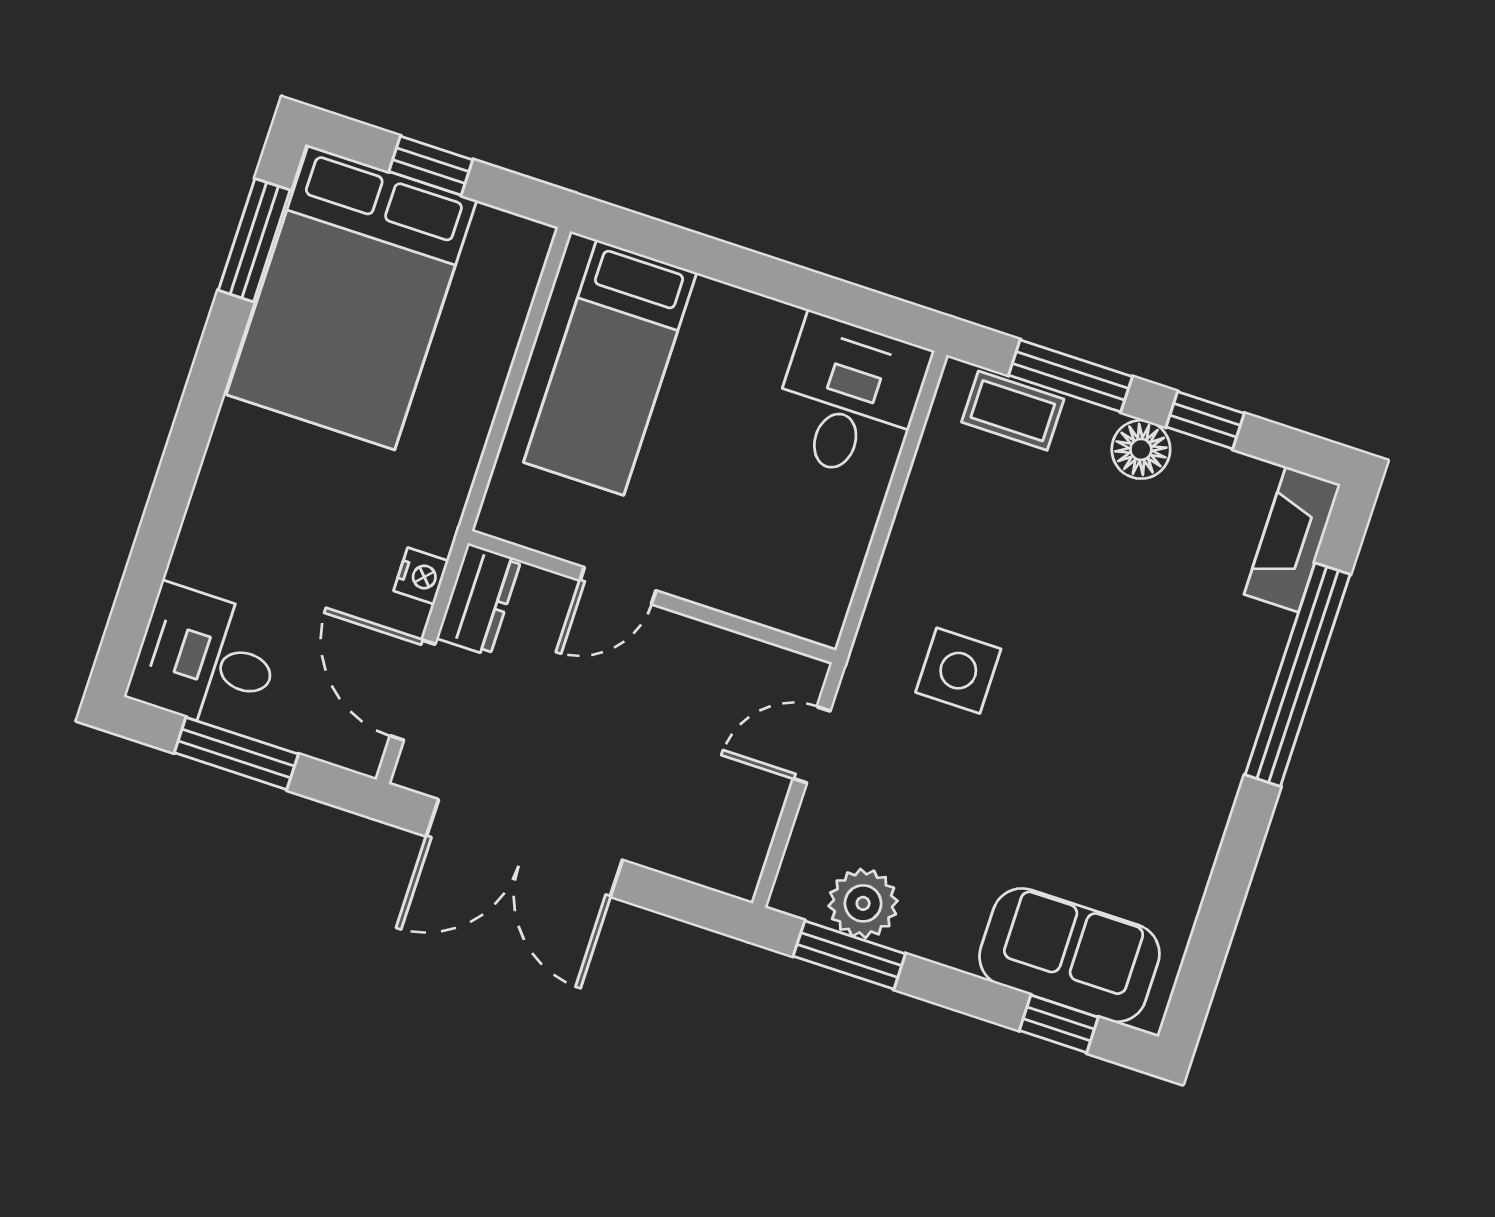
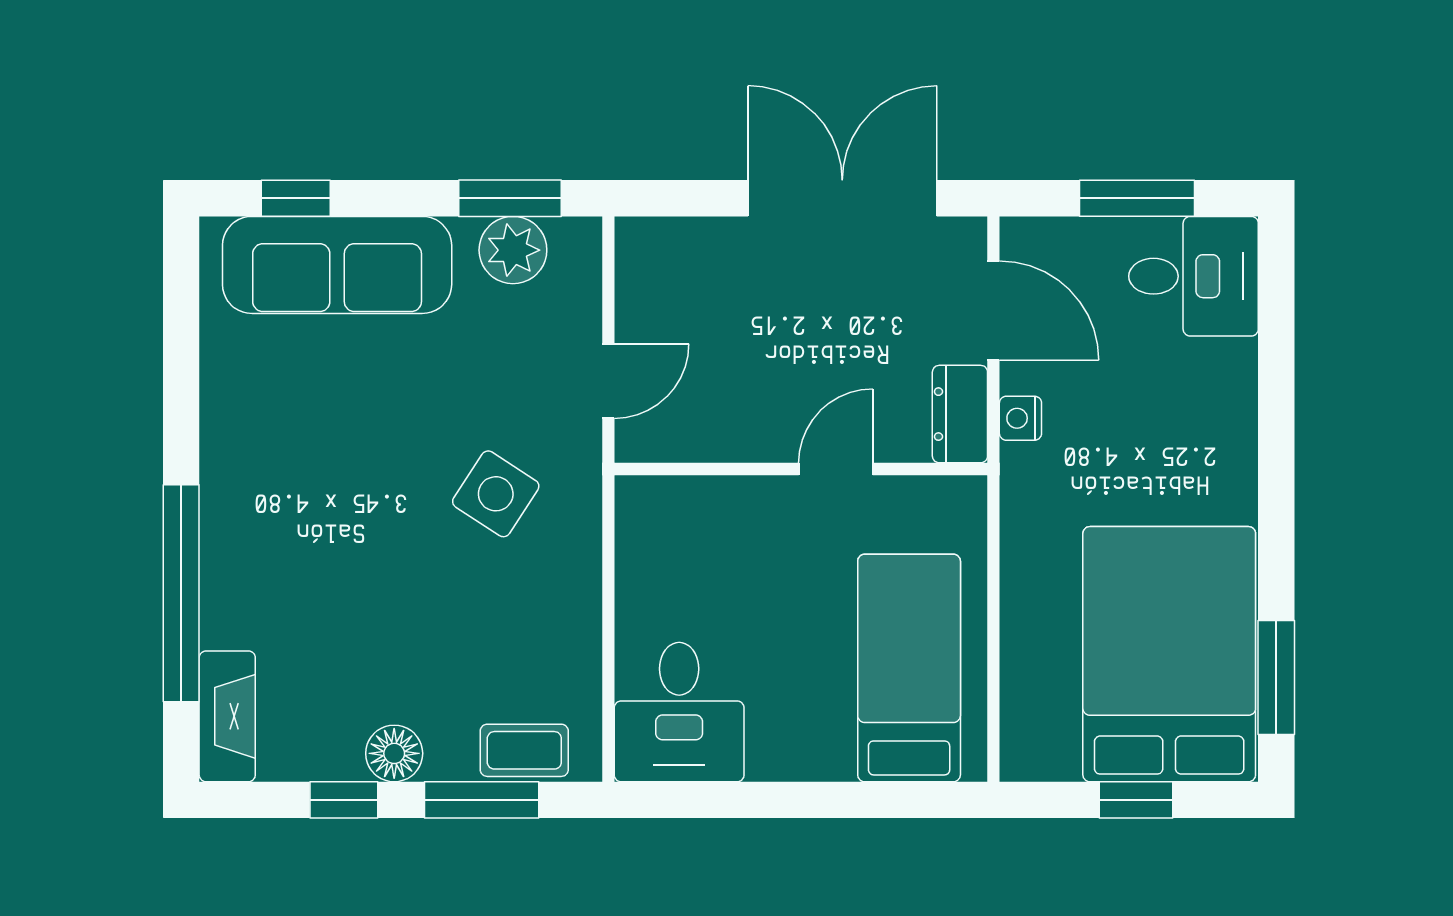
side table: (958, 671) -> (496, 494), turned 33
sofa: (1069, 955) -> (337, 265), width x1.36

